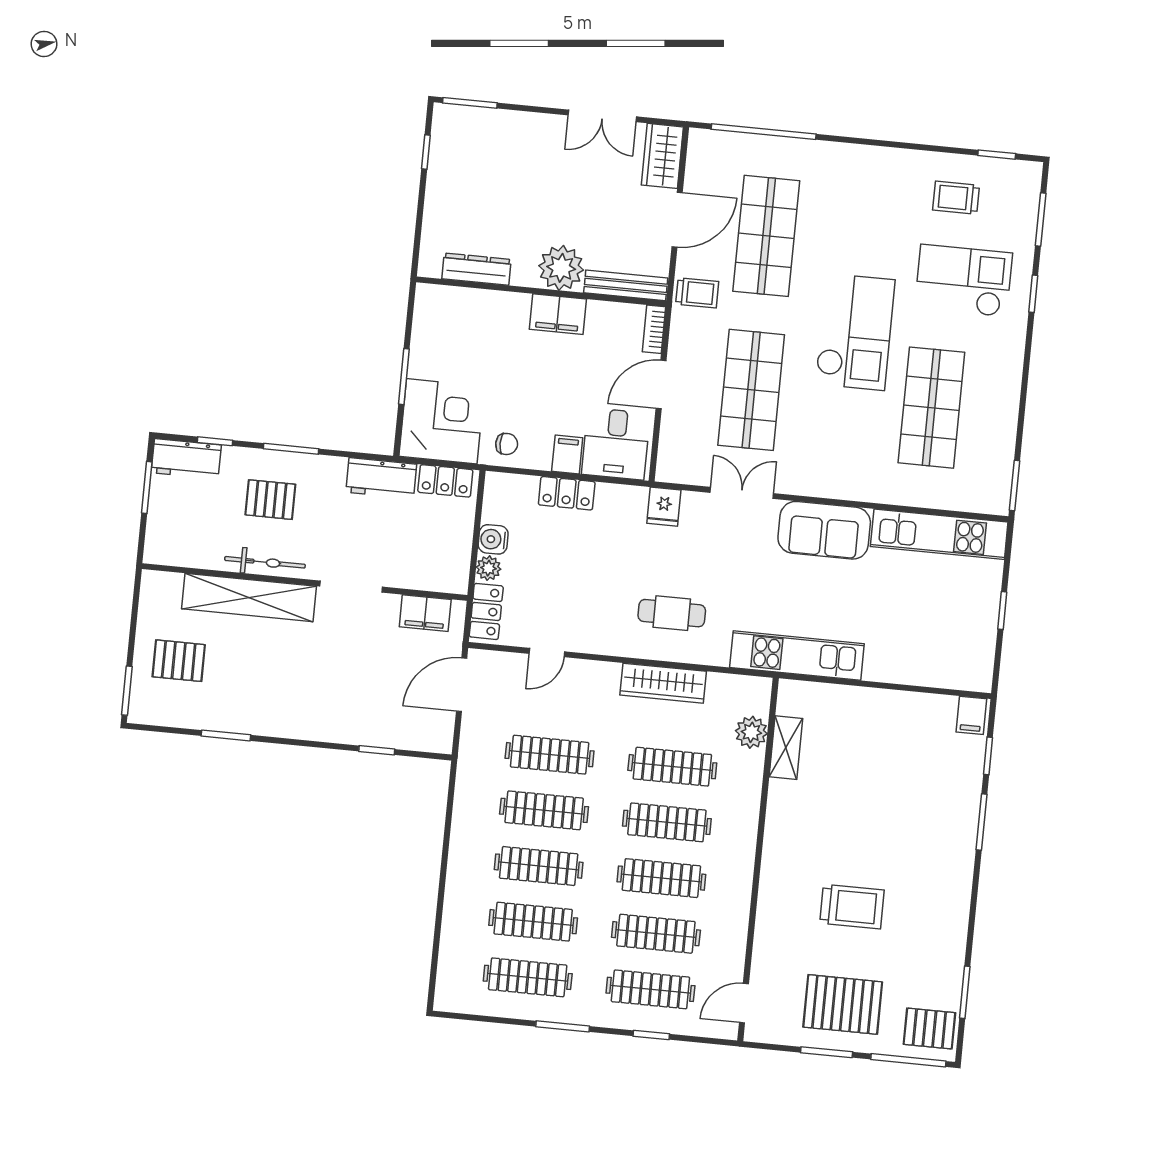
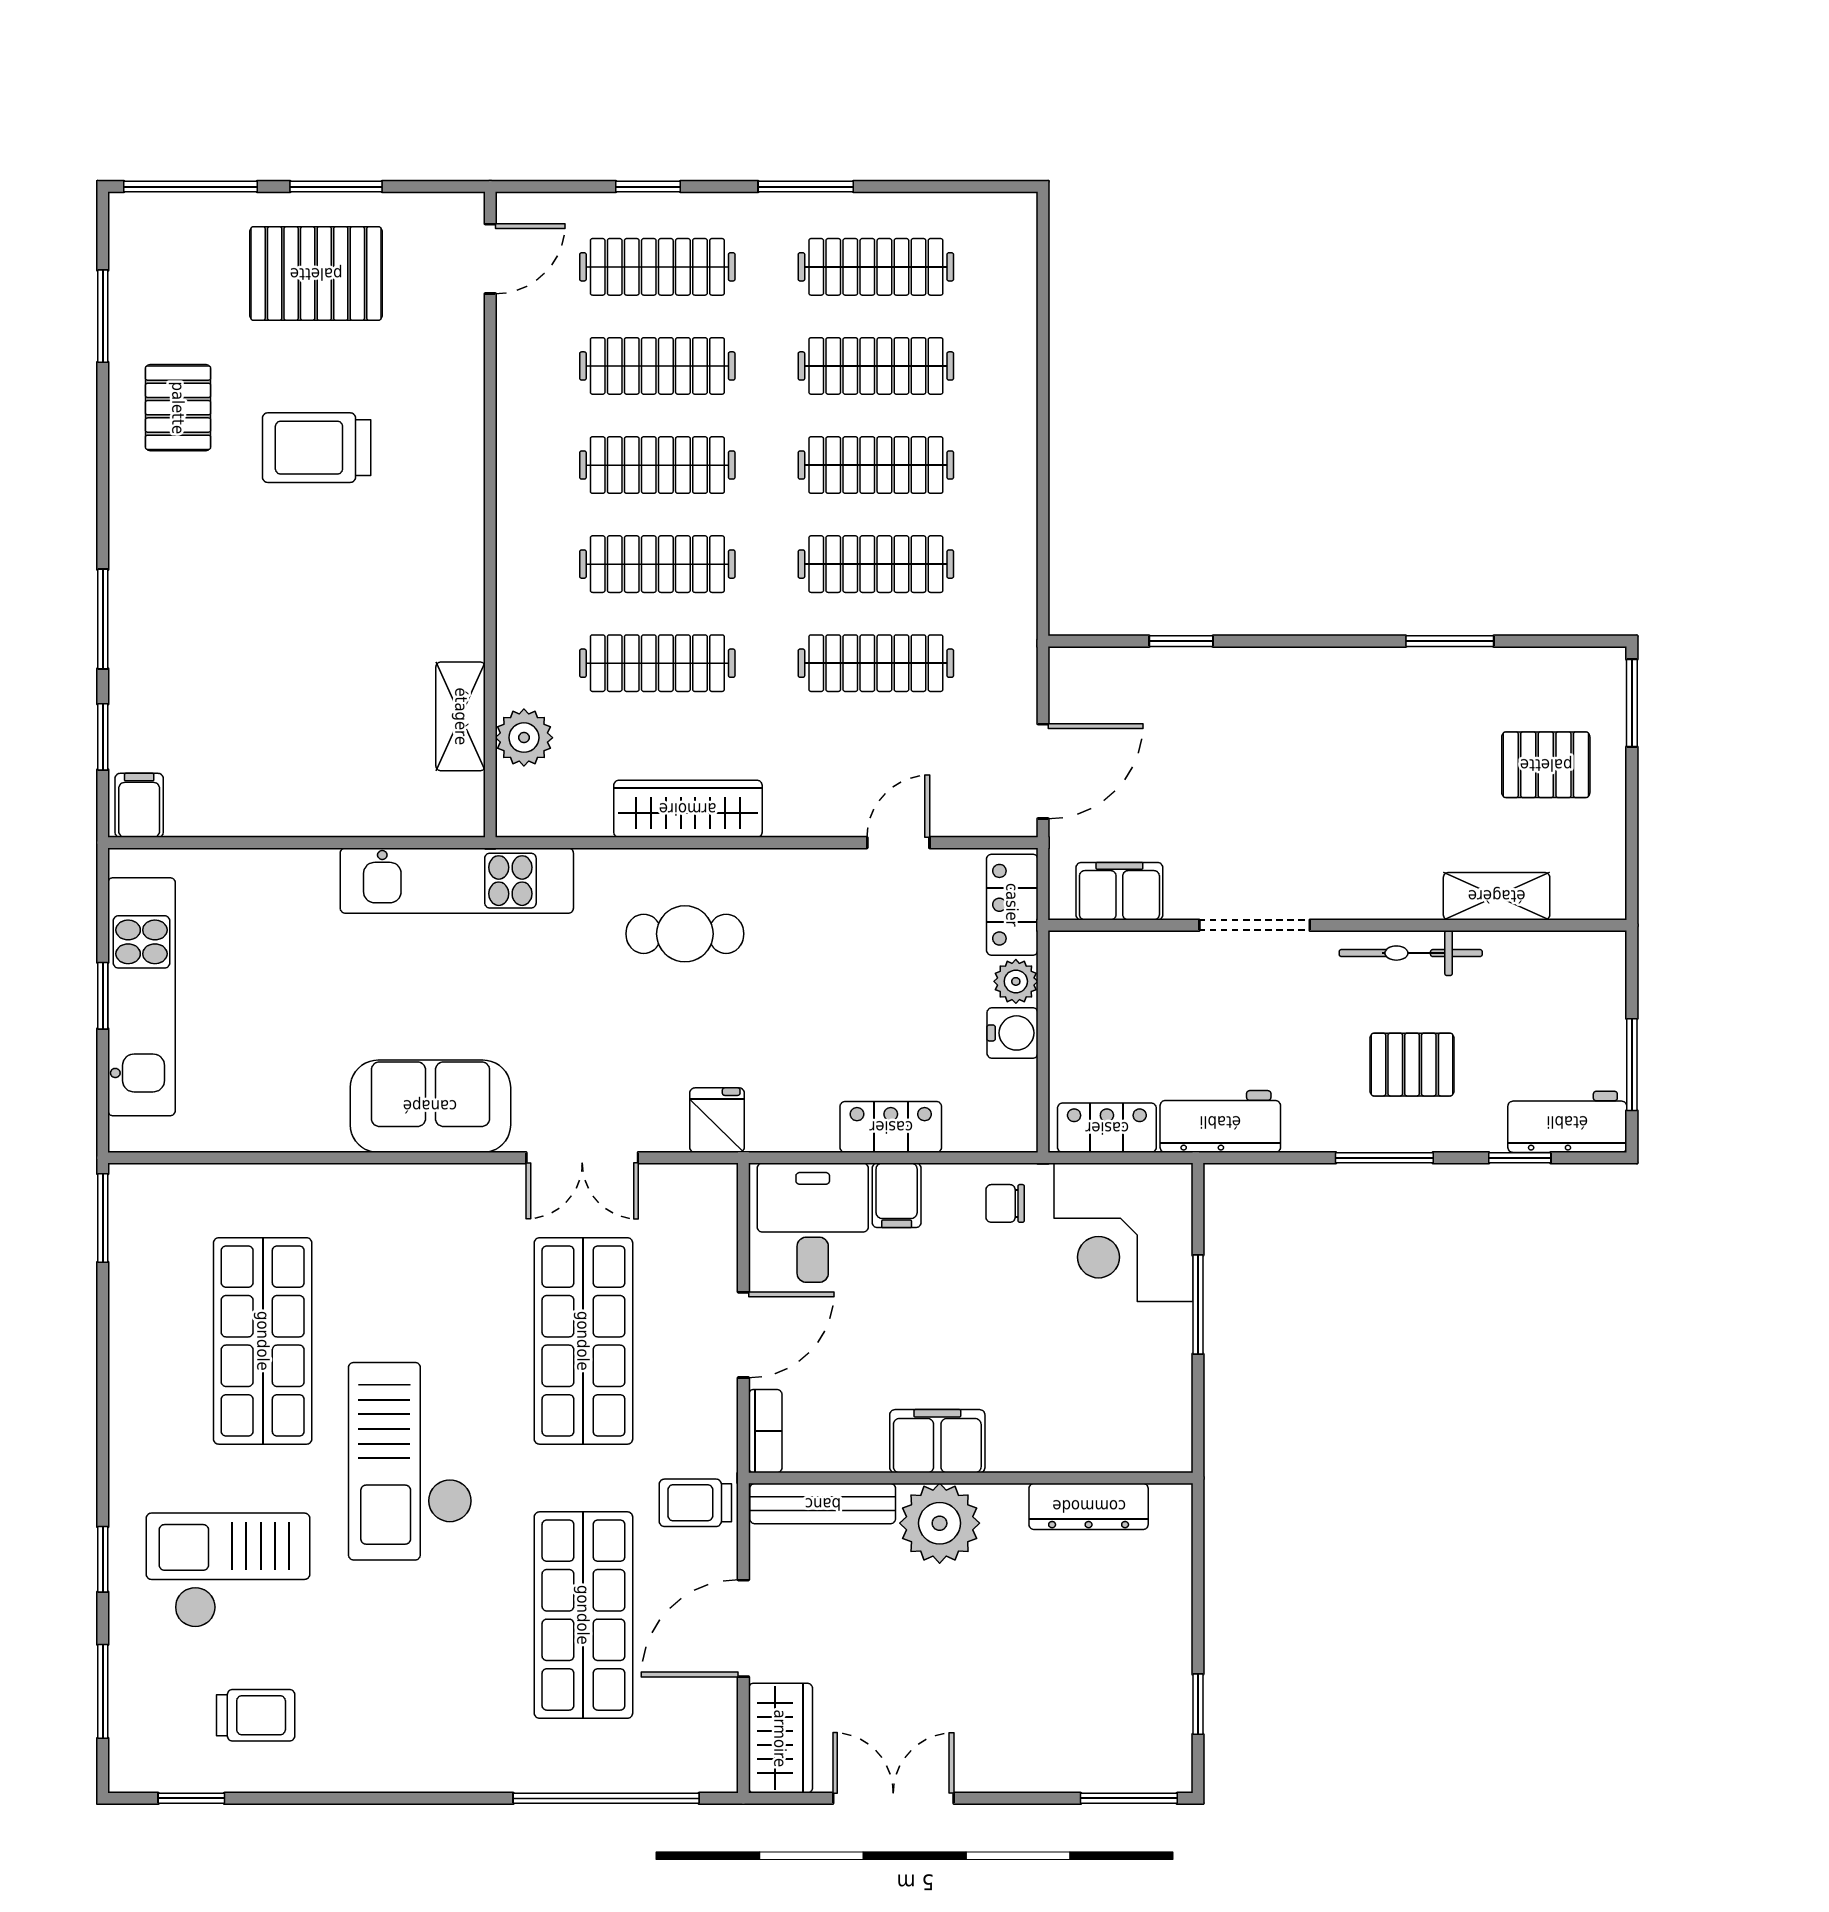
checkout: (964, 281) -> (228, 1570), turned 180
kitchen unit: (939, 534) -> (142, 997), moved, turned 90
shelving: (249, 598) -> (1497, 896), width x0.45, depth x0.75
pallet: (929, 1029) -> (178, 408), moved, turned 90

